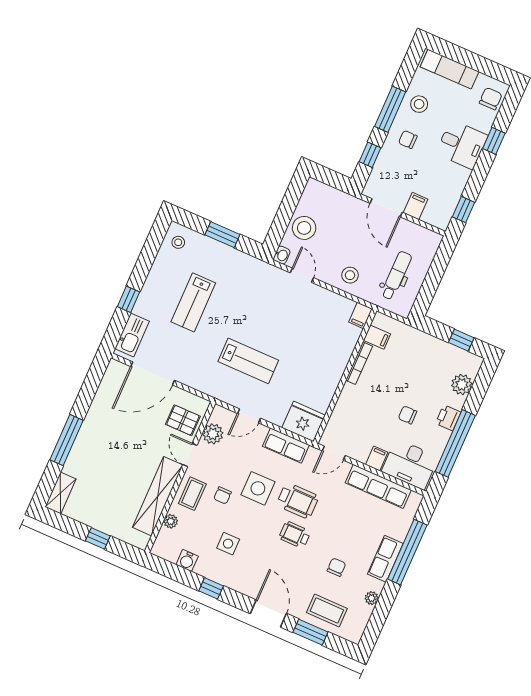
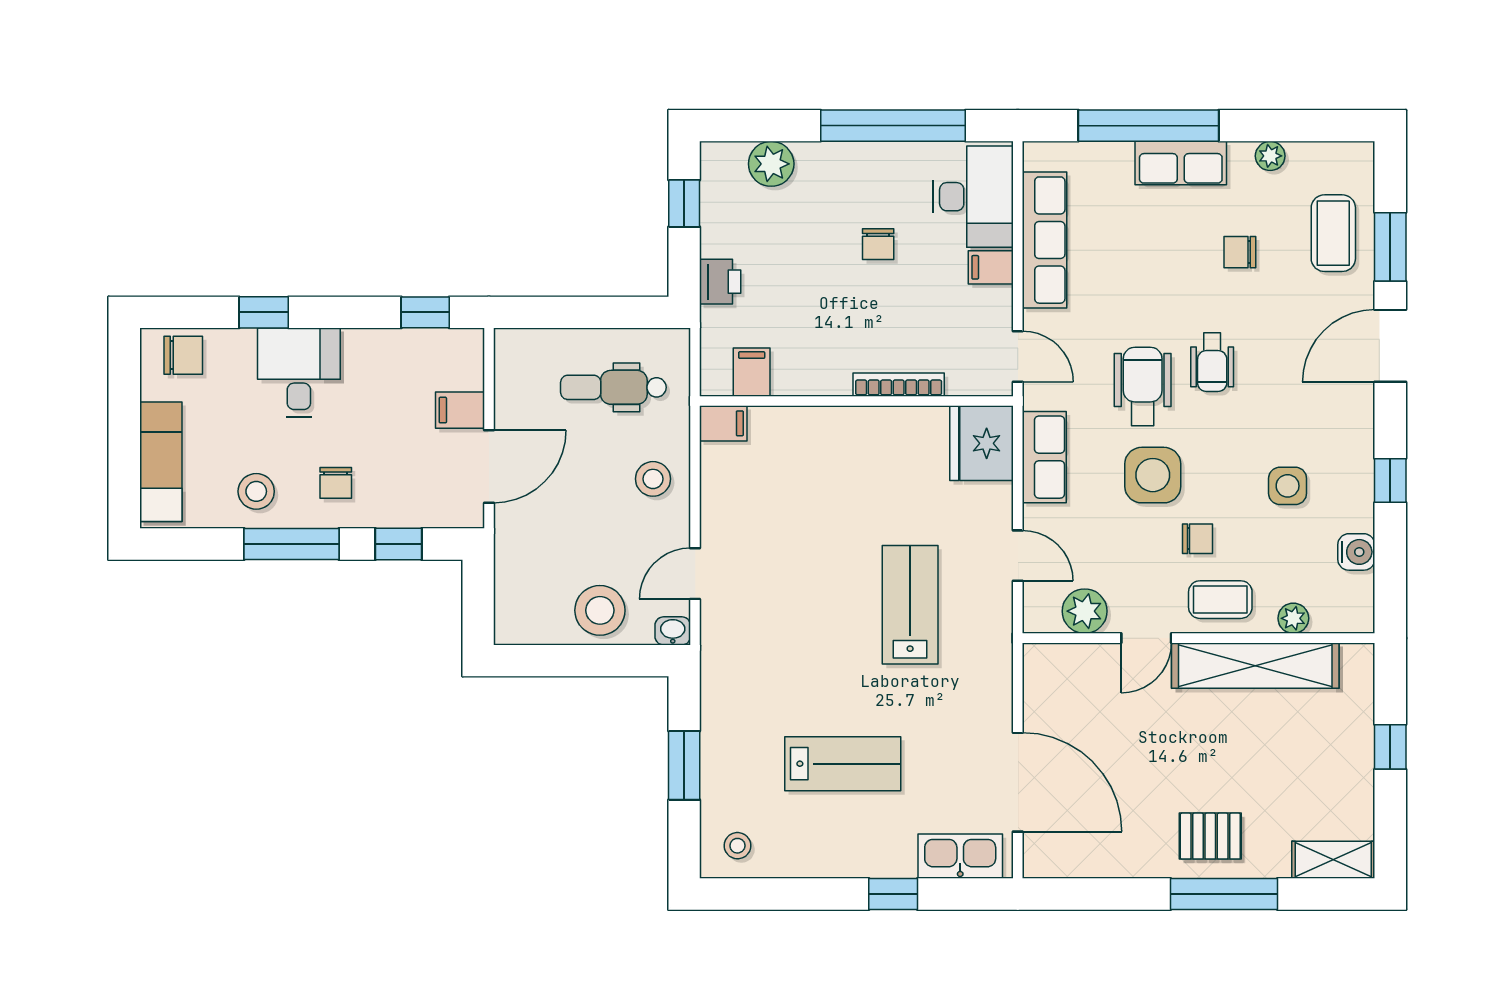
chair: (491, 99) -> (183, 355), turned 180
bookcase: (359, 363) -> (899, 385), moved
printer: (448, 418) -> (720, 282), moved, turned -90
pallet: (183, 420) -> (1210, 836), moved, turned 90

